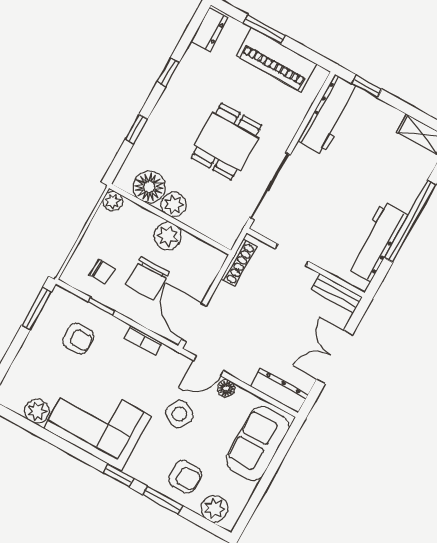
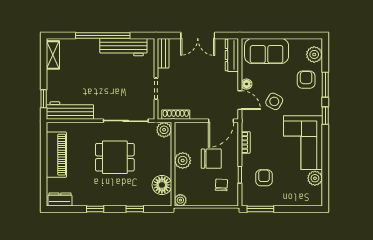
window: (264, 29) -> (44, 170), removed
plant: (174, 205) -> (164, 130), moved

